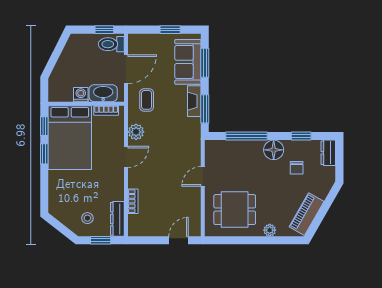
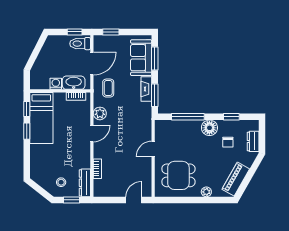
window: (170, 30) -> (111, 32), moved
bed: (70, 138) -> (41, 118), width x0.67
dresser: (328, 153) -> (253, 141), moved

